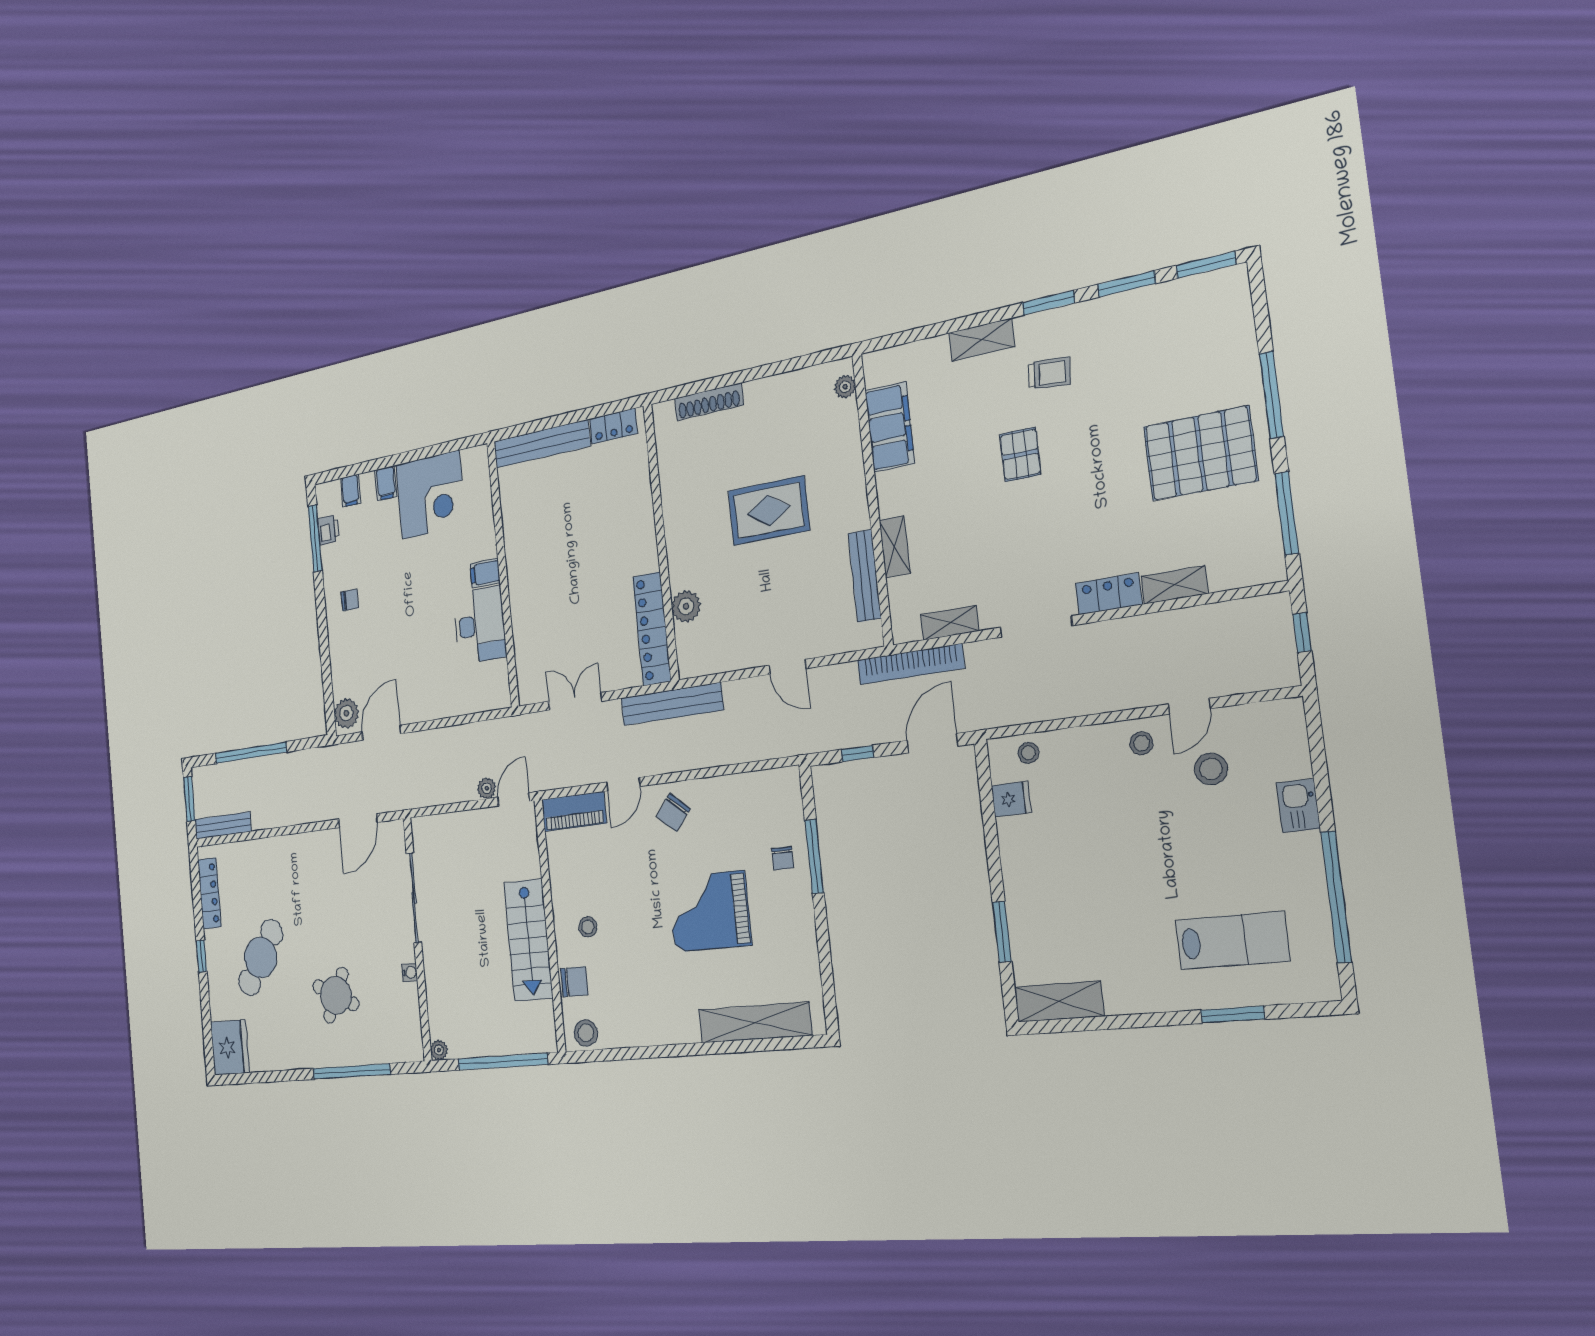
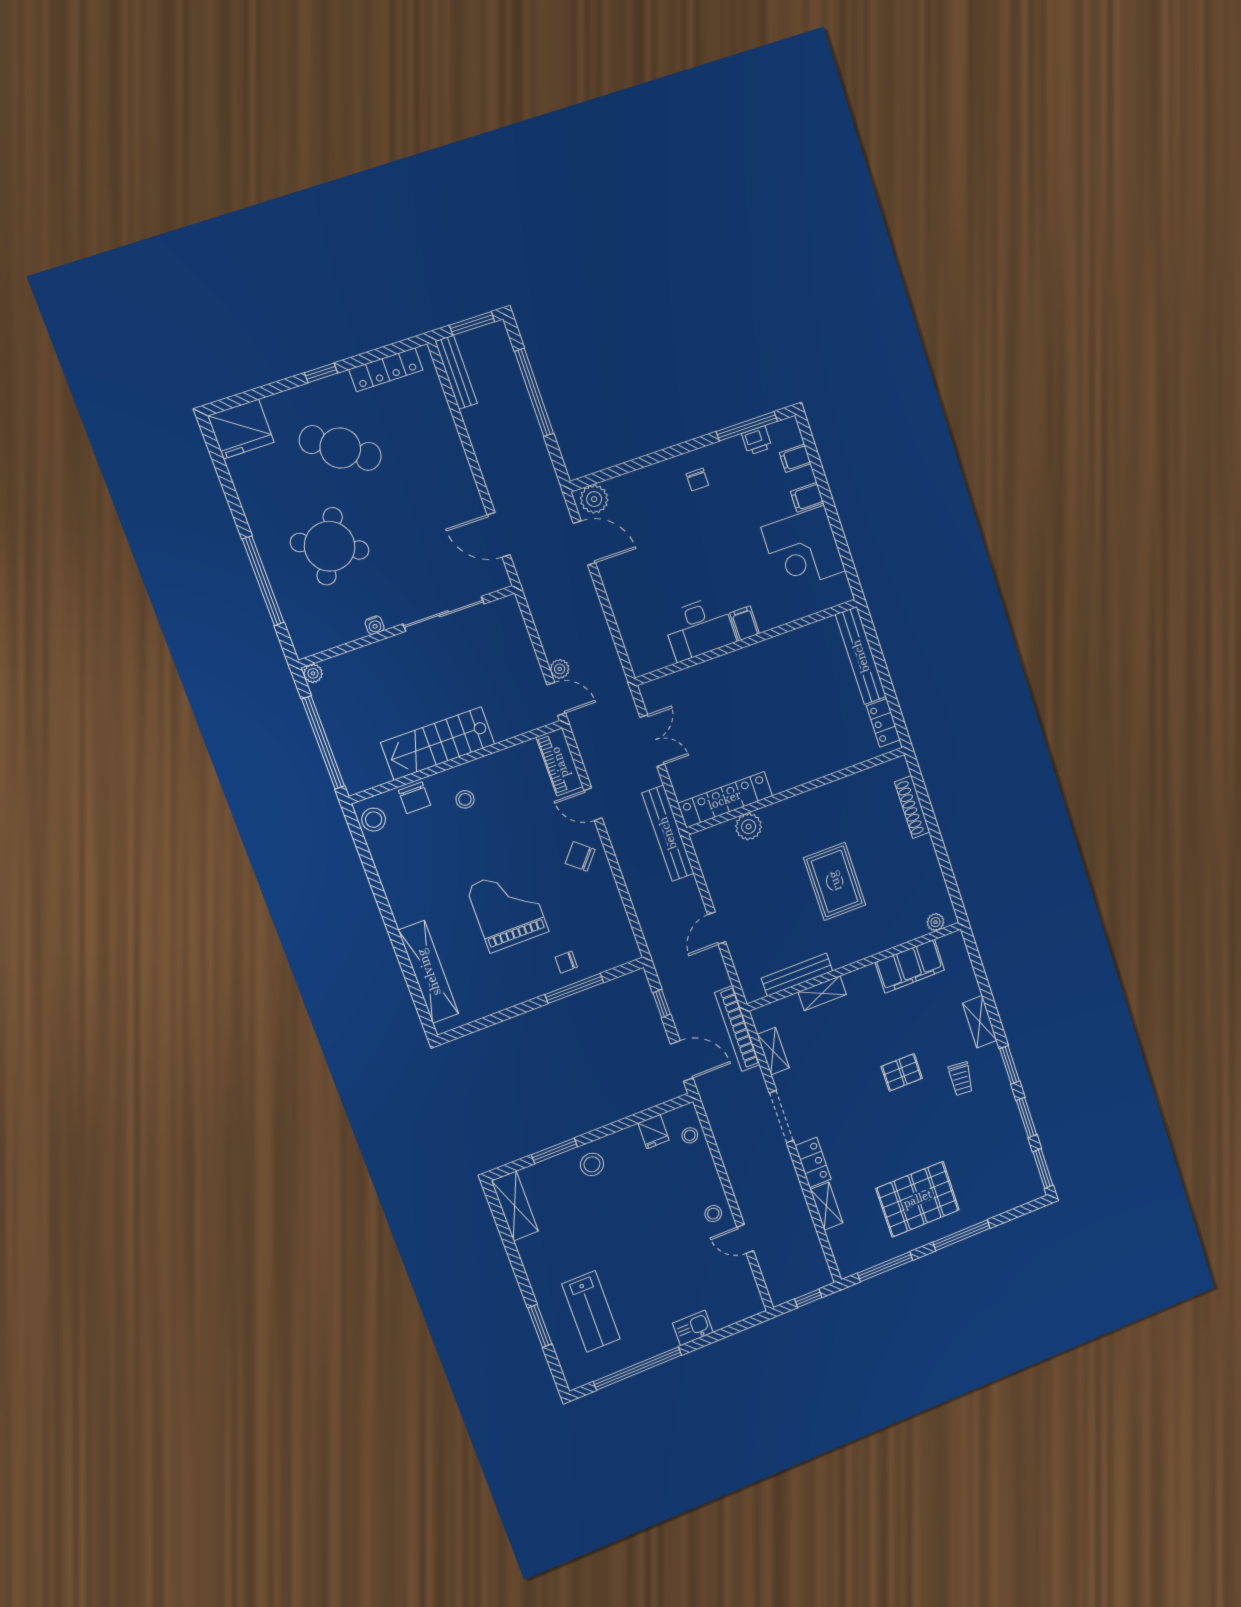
pallet: (1200, 453) -> (918, 1199), turned 90
stool: (1211, 769) -> (592, 1164), moved
round table: (336, 995) -> (330, 546), width x1.36, depth x1.36

